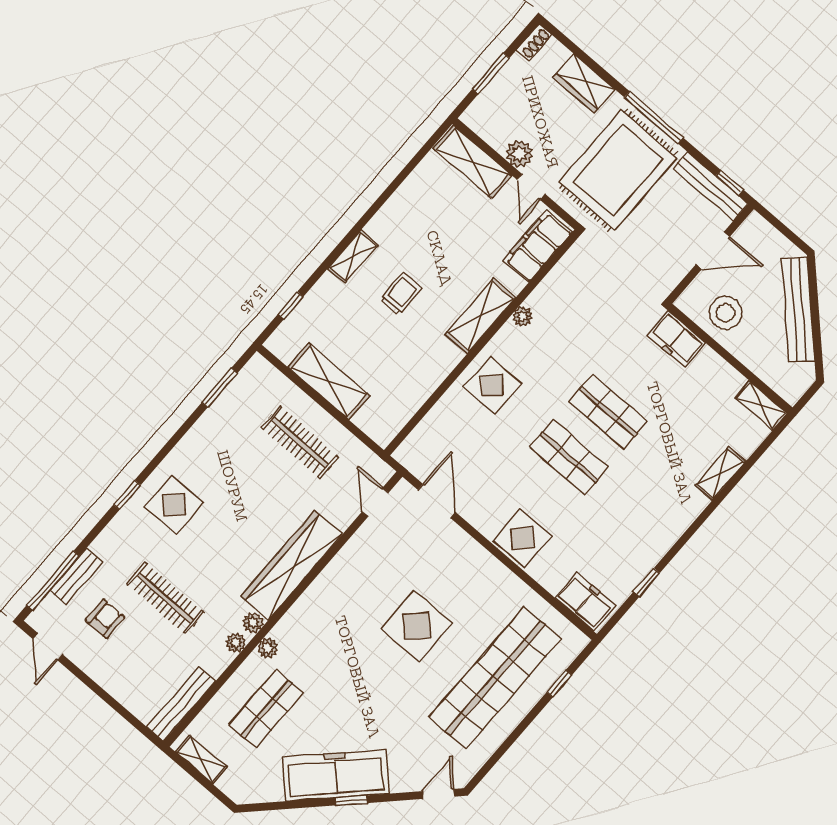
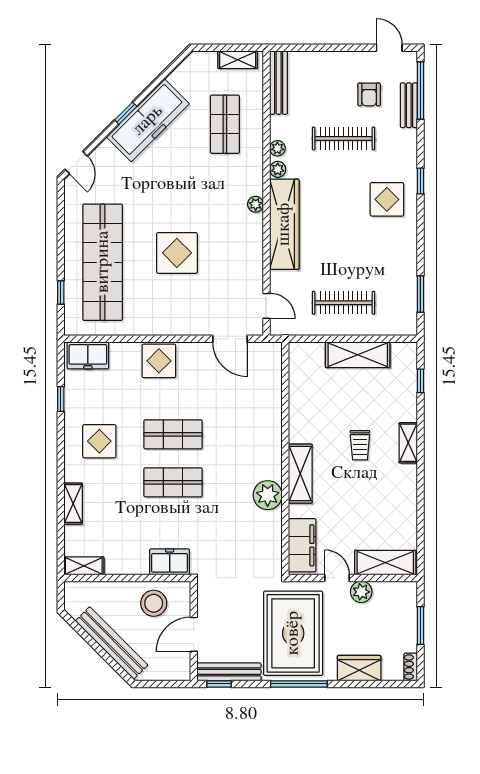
plant: (523, 317) -> (268, 495), width x1.87, depth x1.87
display table: (492, 385) -> (99, 441), moved
plant: (268, 648) -> (256, 204), moved

